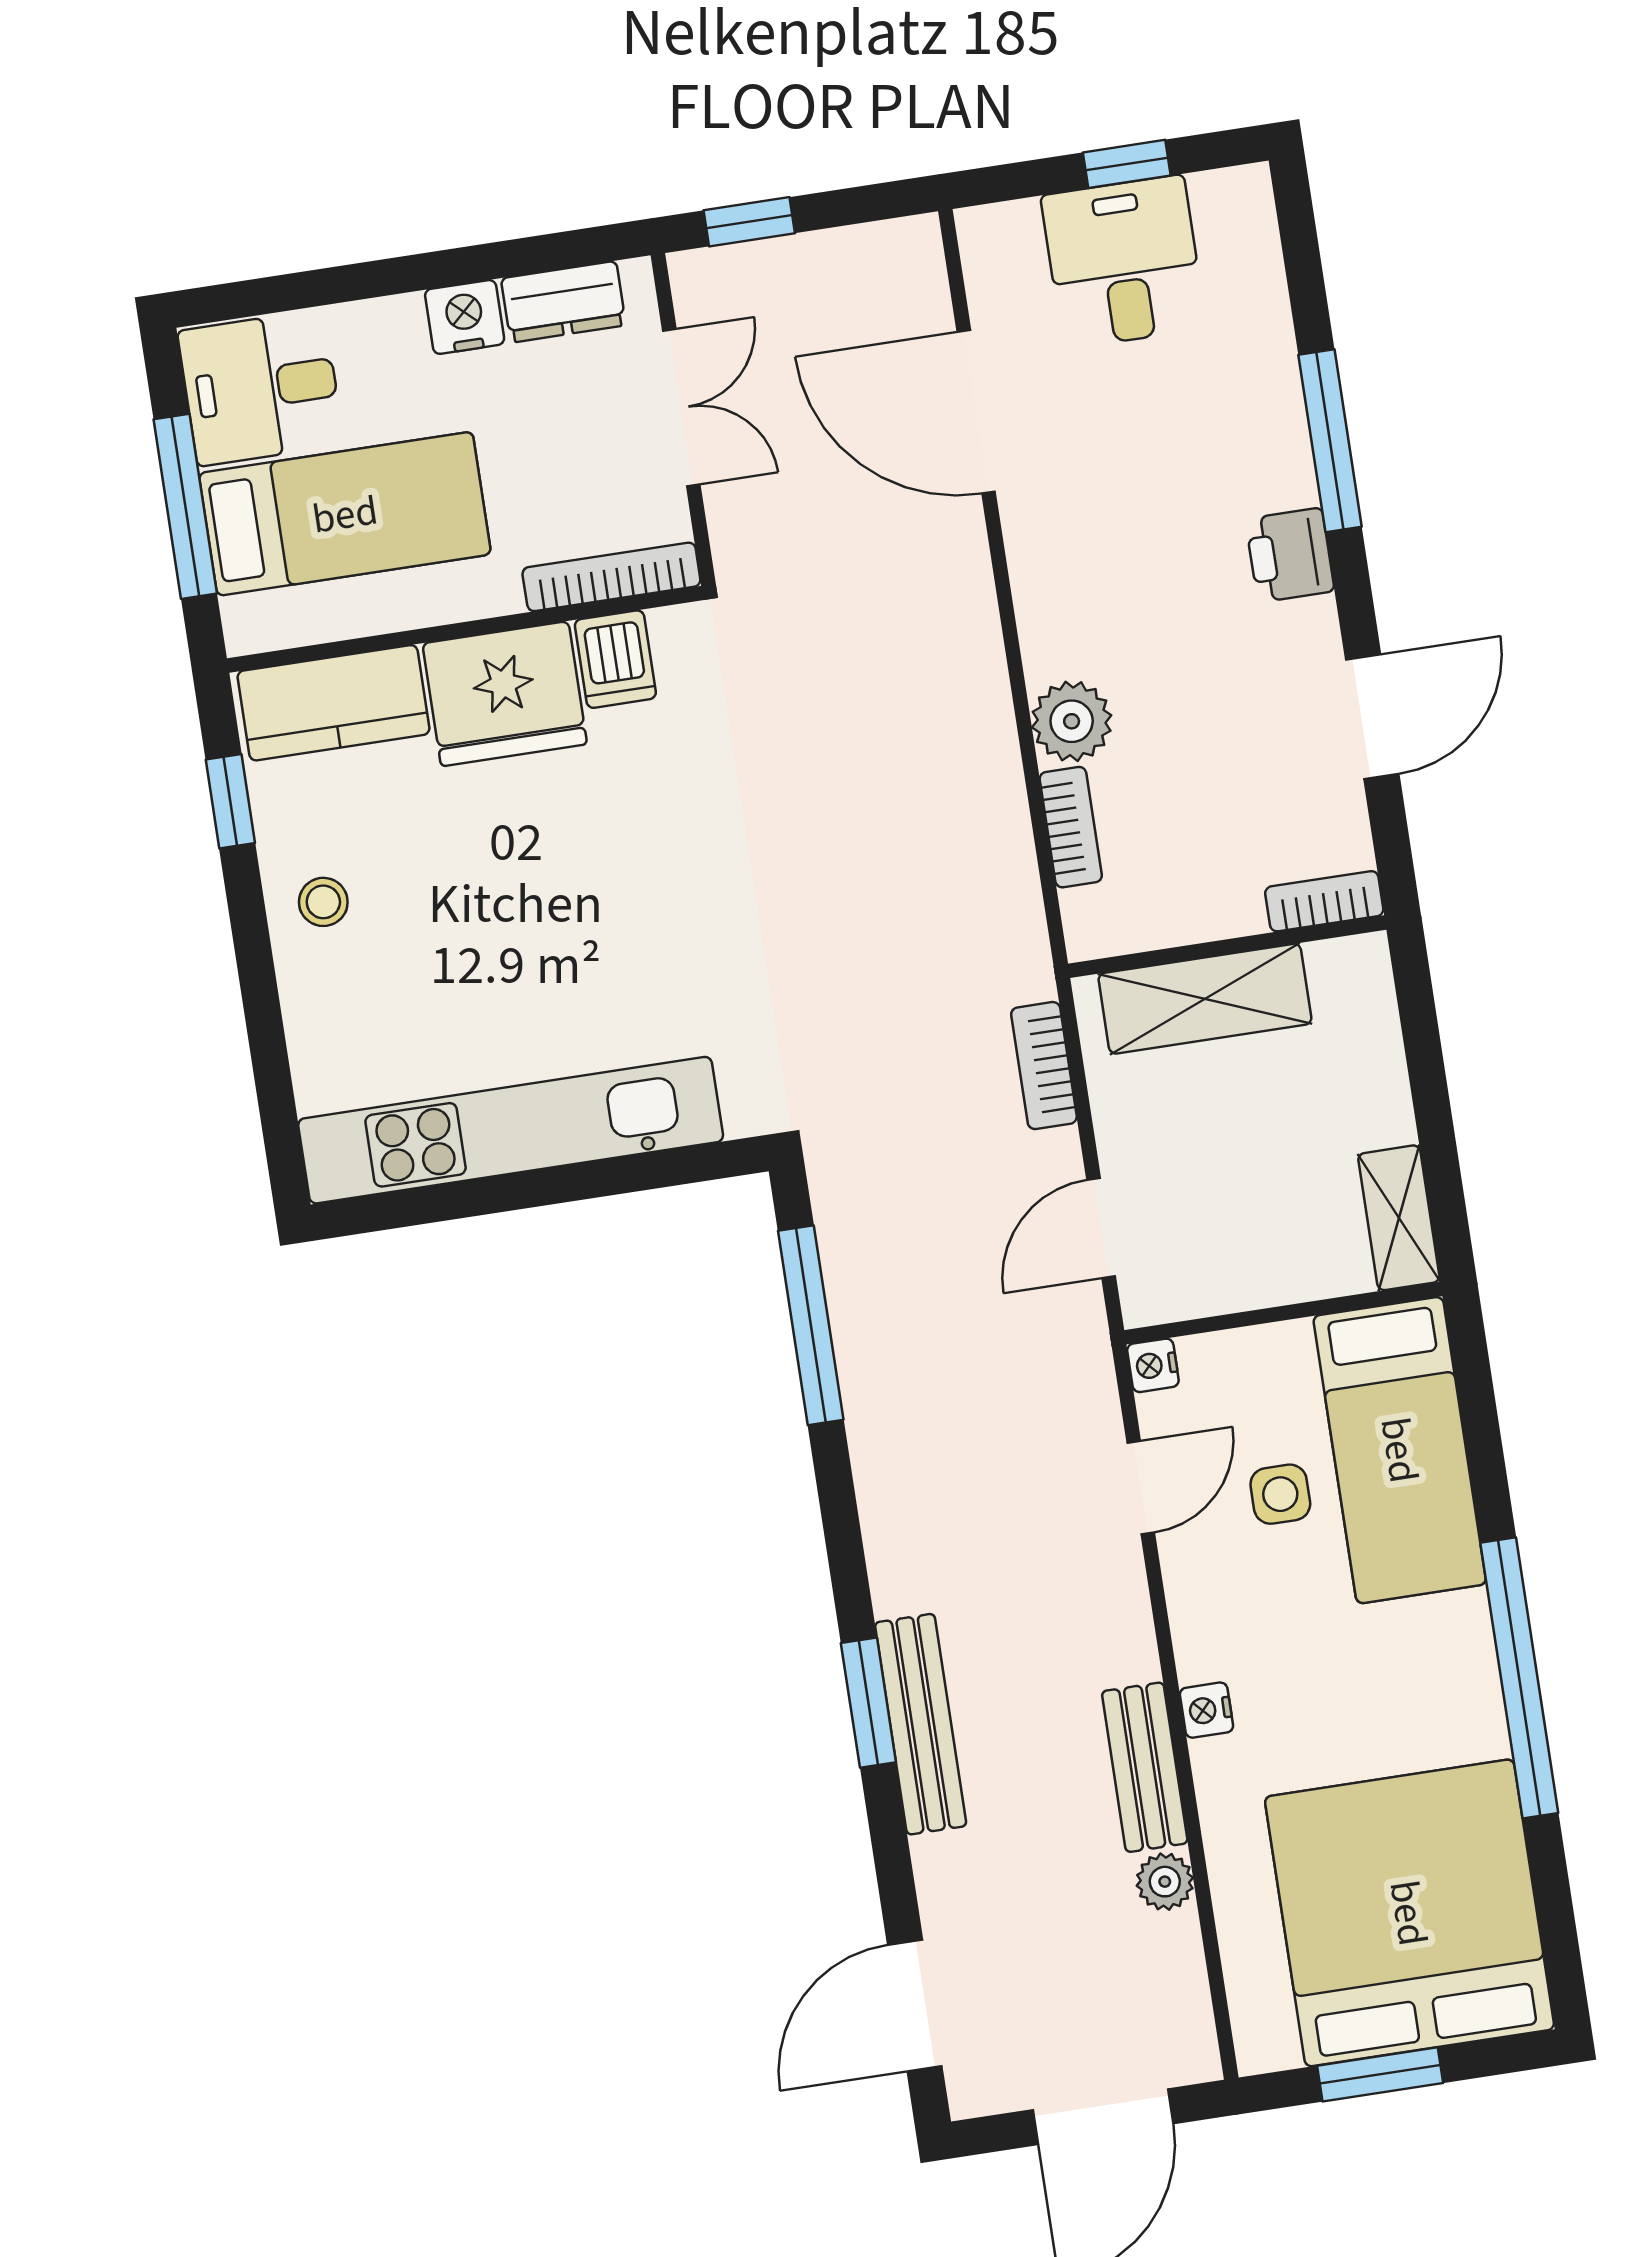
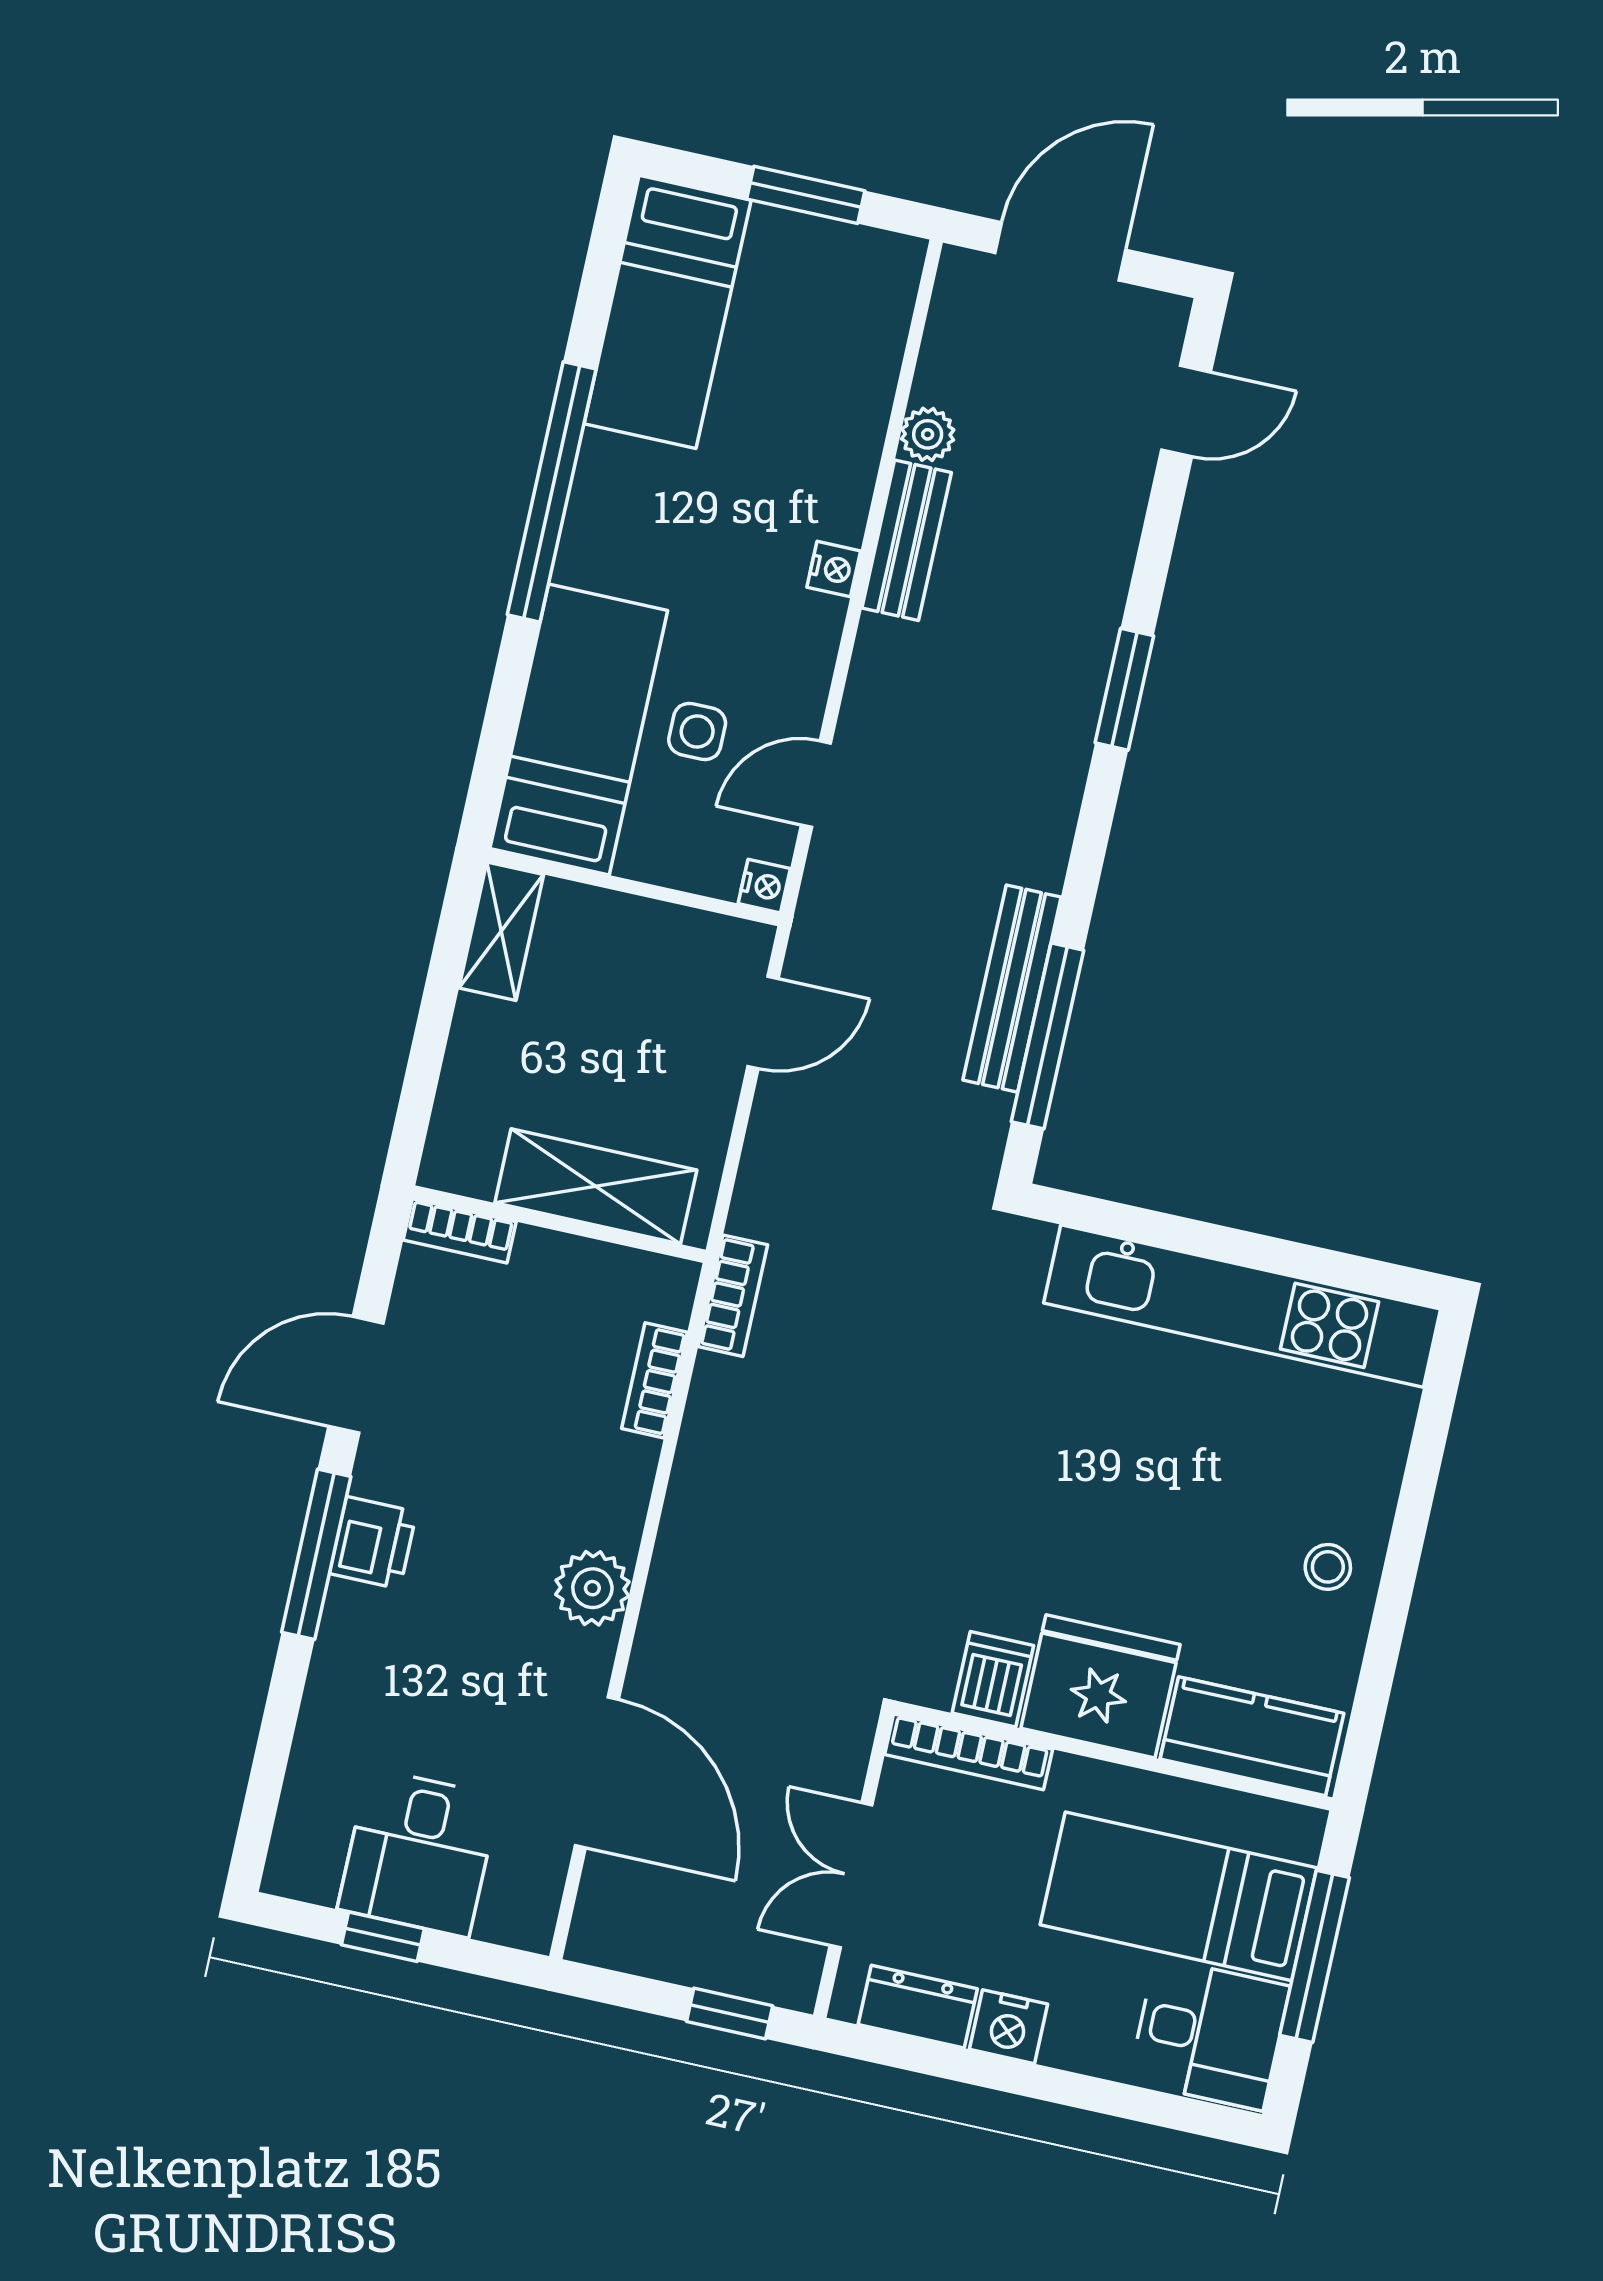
window: (1330, 441) -> (316, 1554), moved
plant: (1072, 721) -> (592, 1588), moved
window: (230, 801) -> (1375, 1685), removed
bookcase: (1044, 1066) -> (733, 1296), moved
bench: (921, 1724) -> (1012, 989), moved
bed: (1409, 1913) -> (668, 312), width x0.49
door: (915, 2006) -> (1186, 411), width x0.73

